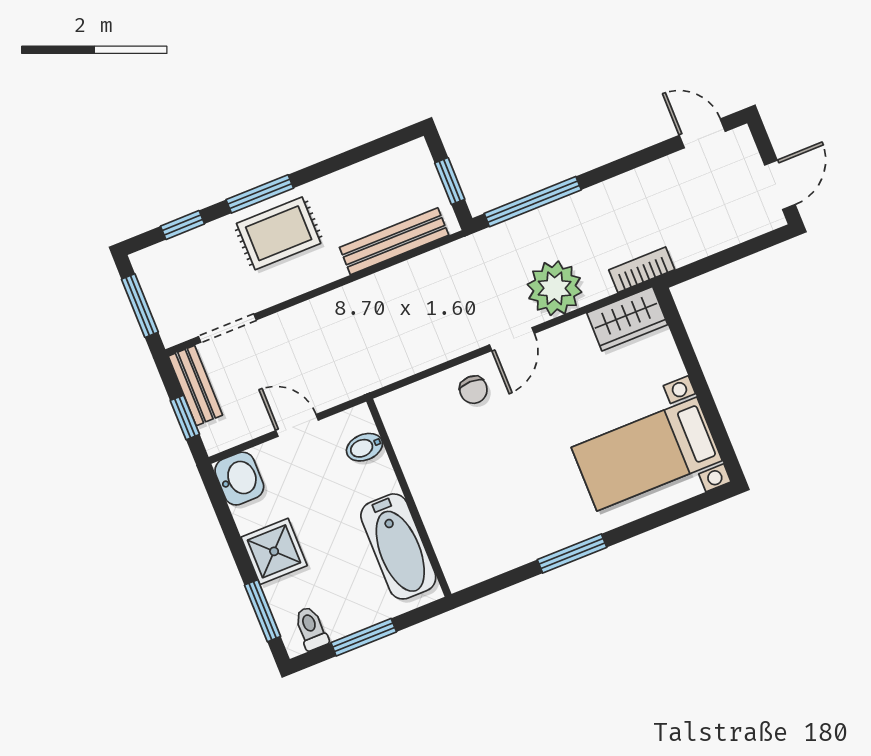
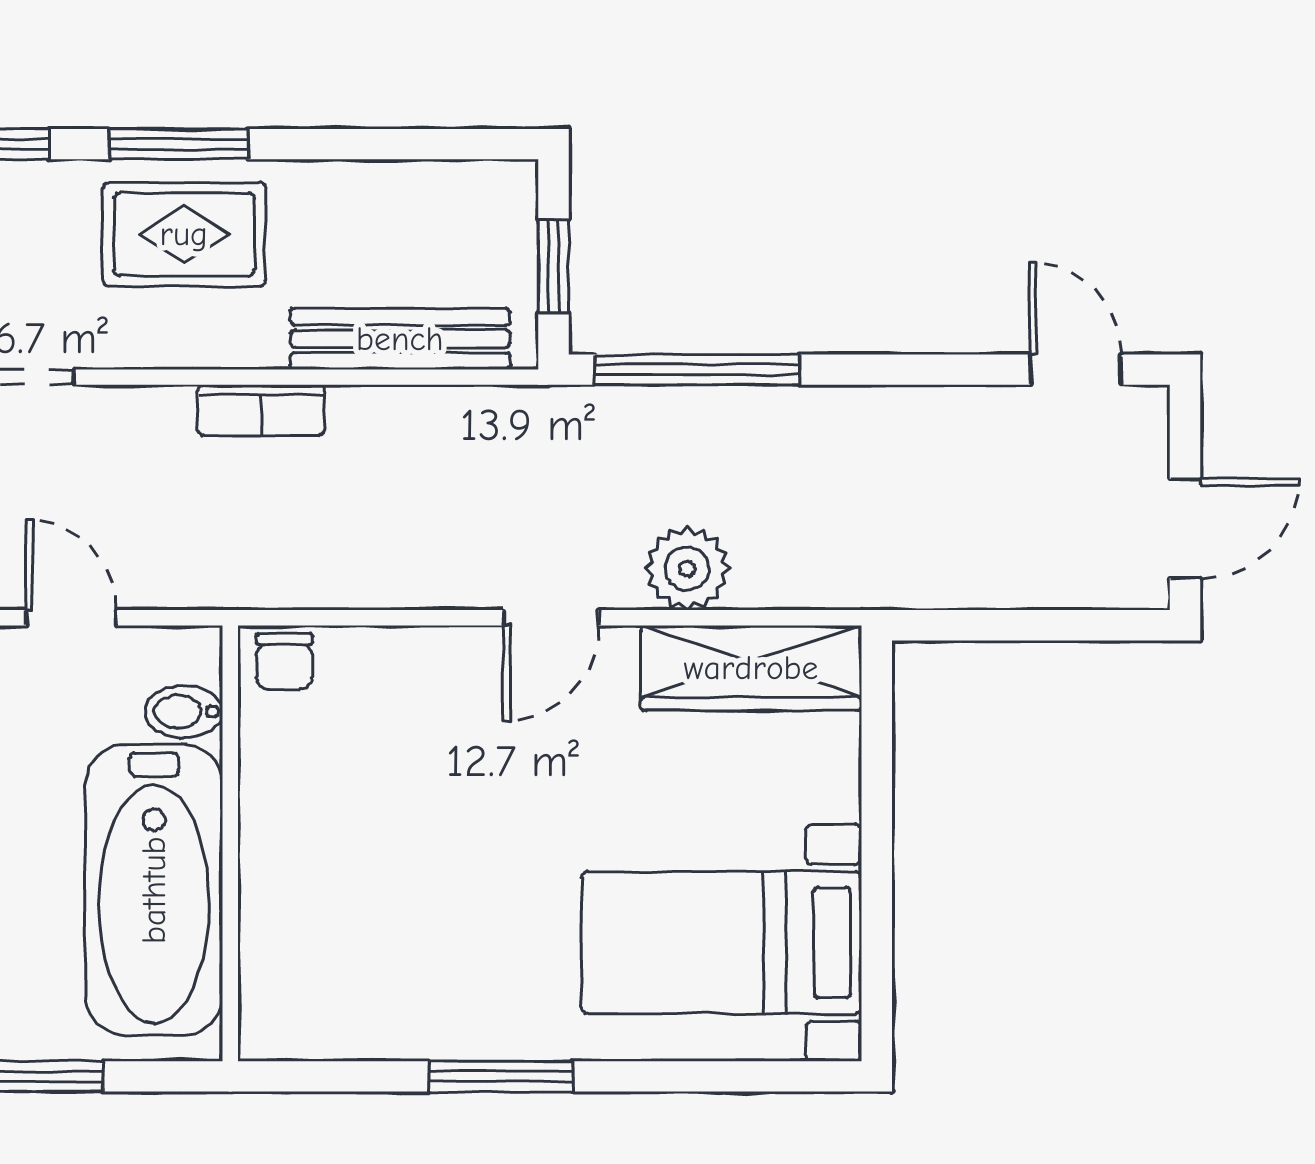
bookcase: (642, 270) -> (261, 410), moved, turned 180
plant: (555, 288) -> (687, 568), width x0.73, depth x0.73
wardrobe: (627, 319) -> (751, 668), width x1.50
chair: (473, 390) -> (284, 661), moved
bathtub: (398, 546) -> (154, 890), width x1.36, depth x1.36

